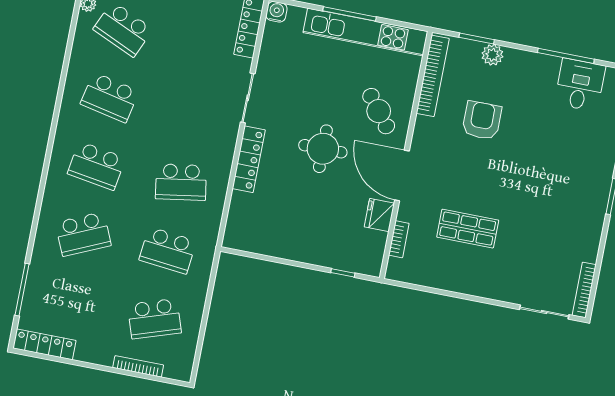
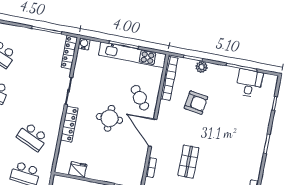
armchair: (482, 120) -> (196, 103), turned 99
school desk: (181, 182) -> (32, 137), turned 33
fridge: (379, 215) -> (78, 170), moved, turned 90
shop shelf: (468, 229) -> (188, 162), turned 90

